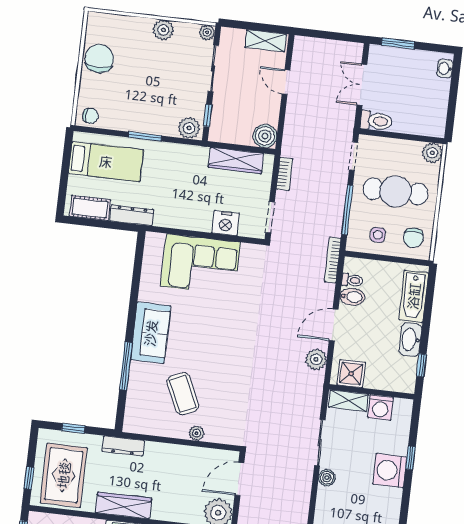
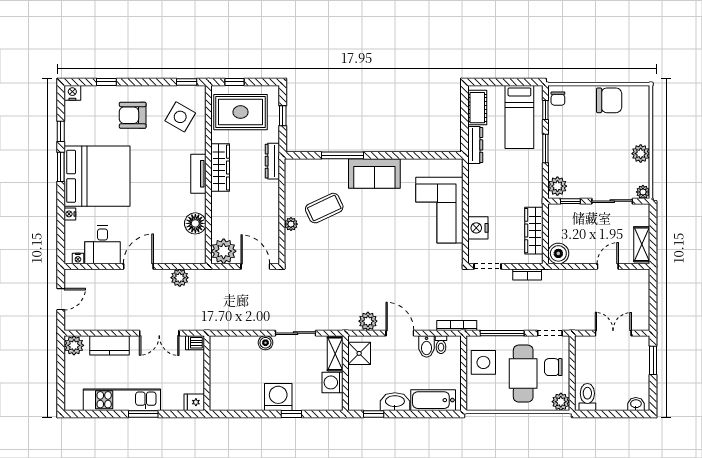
toilet: (376, 121) -> (587, 397), moved, turned 180
window: (102, 131) -> (545, 110), added
side table: (378, 235) -> (483, 362), width x1.87, depth x1.87
chair: (413, 238) -> (553, 367), moved

